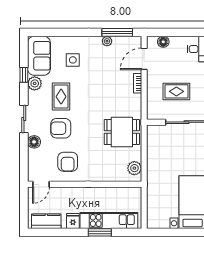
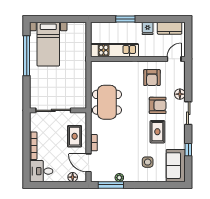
door: (144, 59) -> (89, 163), swing flipped
plant: (35, 83) -> (179, 143), removed
rug: (176, 91) -> (75, 136), moved, turned 90
dining table: (122, 132) -> (107, 102), width x1.38
armchair: (68, 162) -> (152, 78), turned 180
plant: (134, 168) -> (96, 72), removed
kitchen unit: (109, 220) -> (114, 50), moved, turned 180

